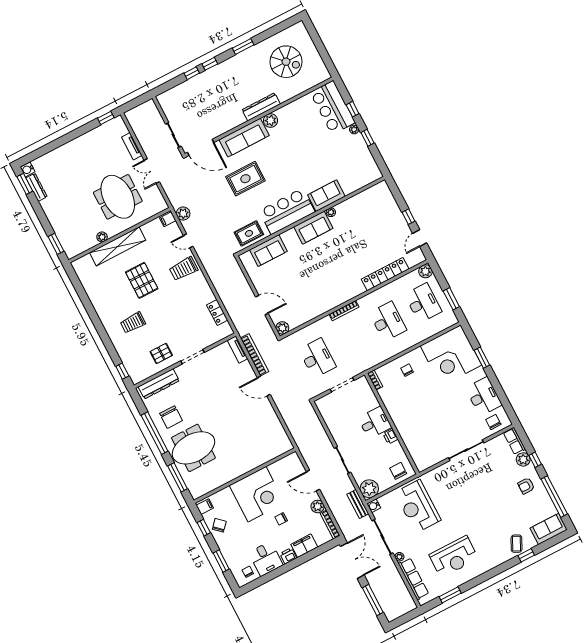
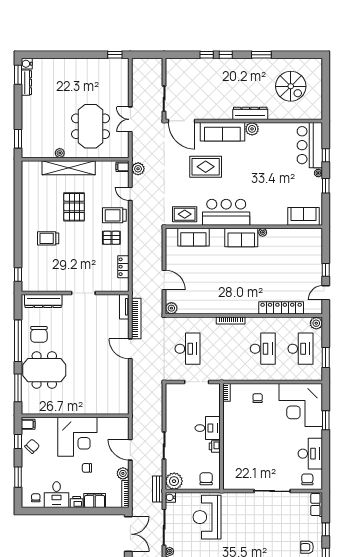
tv unit: (132, 146) -> (124, 90), removed
sofa: (326, 196) -> (303, 216), moved
pallet: (161, 353) -> (111, 238), moved
plant: (523, 459) -> (316, 524), removed

